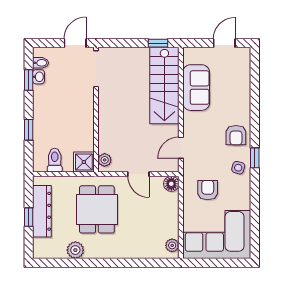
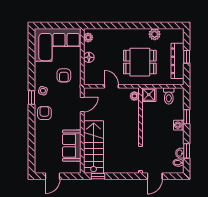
washing machine: (40, 118) -> (179, 125), added
floor lamp: (171, 184) -> (89, 57), moved
dining table: (97, 209) -> (140, 62), turned 90

